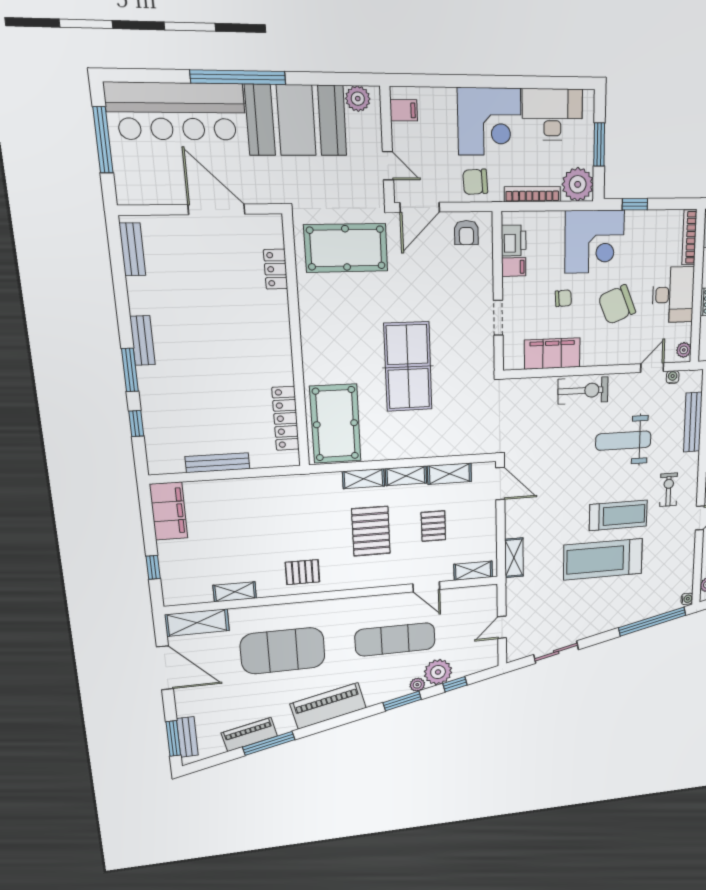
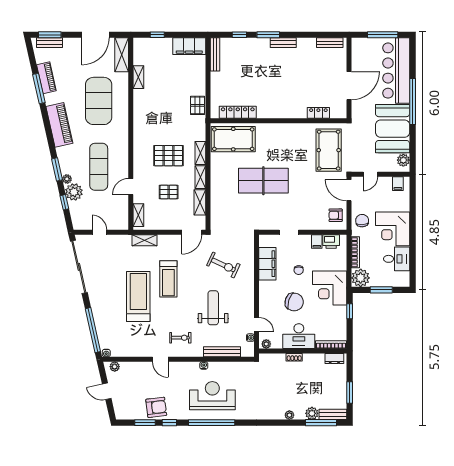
desk: (552, 114) -> (397, 259), width x0.73
chair: (617, 305) -> (294, 302), turned 130
exercise bike: (583, 391) -> (223, 265), moved, turned -65
bench: (218, 463) -> (215, 54), moved
treadmill: (618, 515) -> (168, 279), moved
pallet: (302, 572) -> (198, 105), moved
sliding door: (556, 652) -> (79, 267), width x1.86

